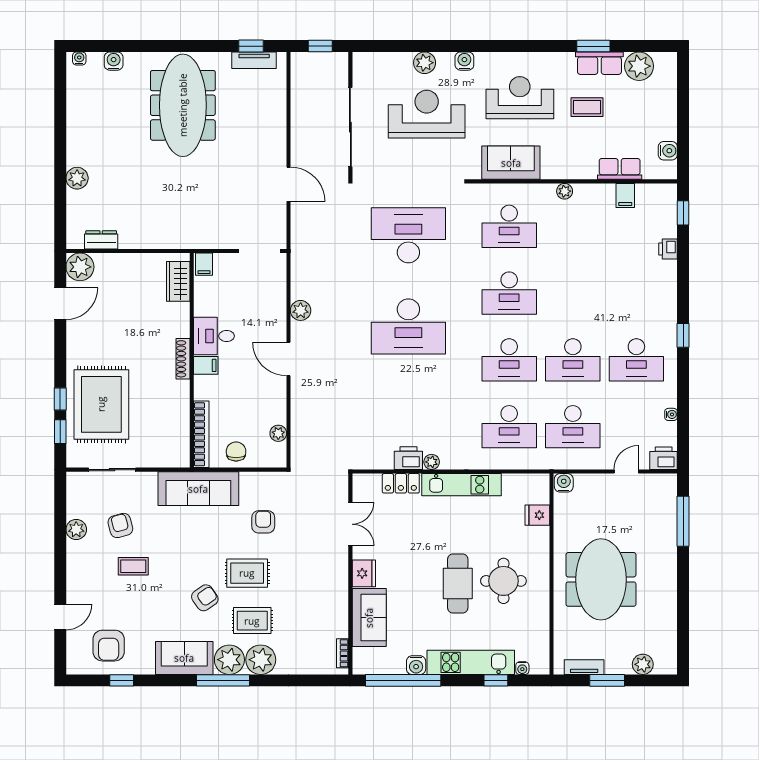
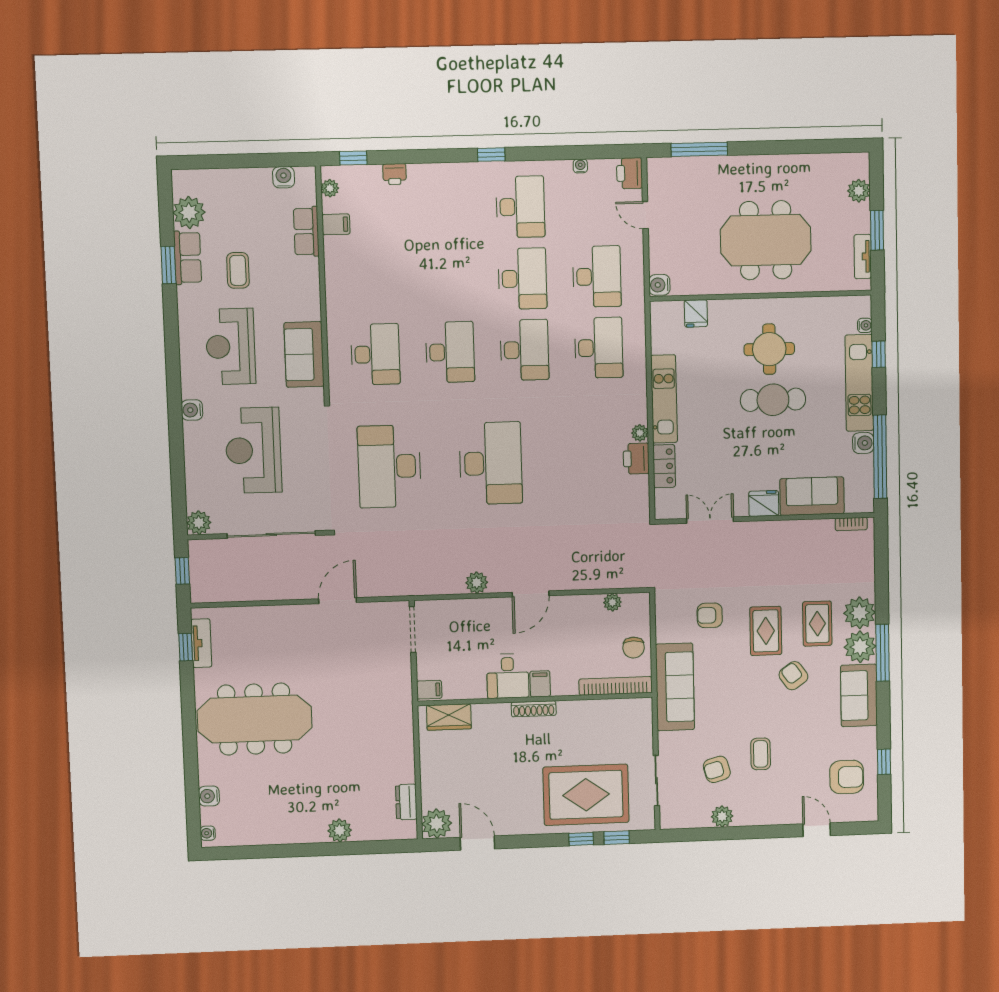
plant: (425, 63) -> (199, 523), moved
plant: (565, 191) -> (330, 188), moved
chair: (236, 452) -> (634, 648), turned -90

